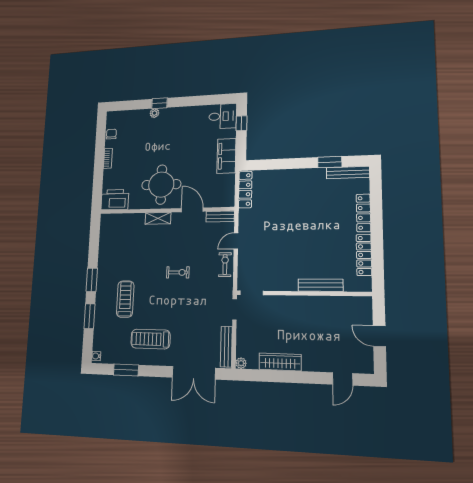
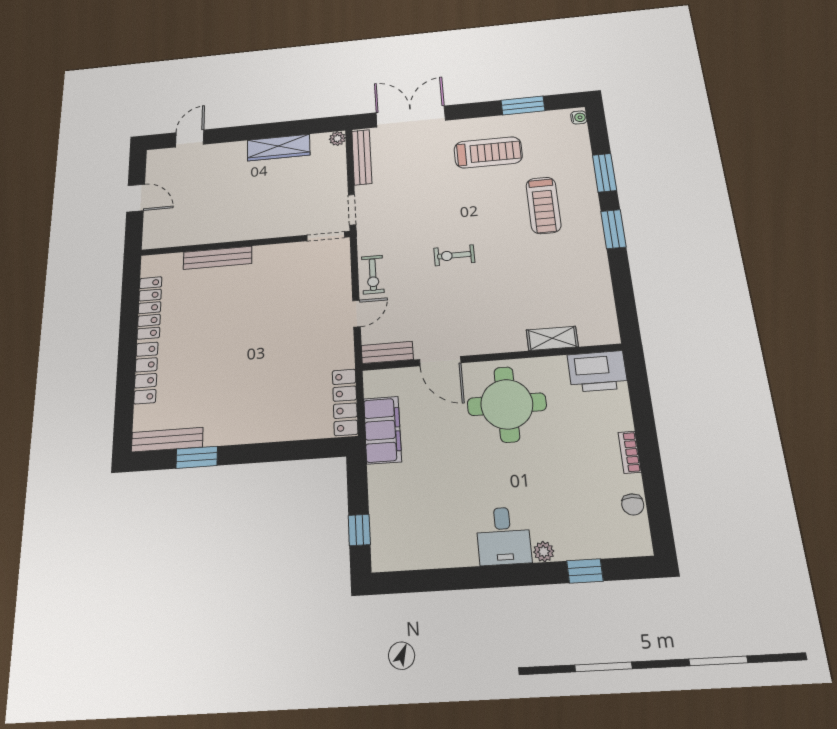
window: (159, 103) -> (585, 571), moved
desk: (223, 116) -> (503, 536), moved, turned -90
filing cabinet: (226, 156) -> (382, 430), moved
shelving: (158, 218) -> (552, 338), moved

